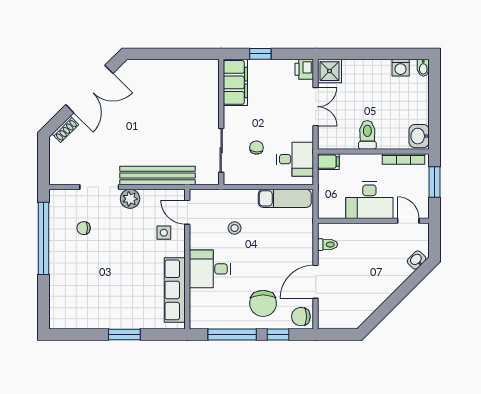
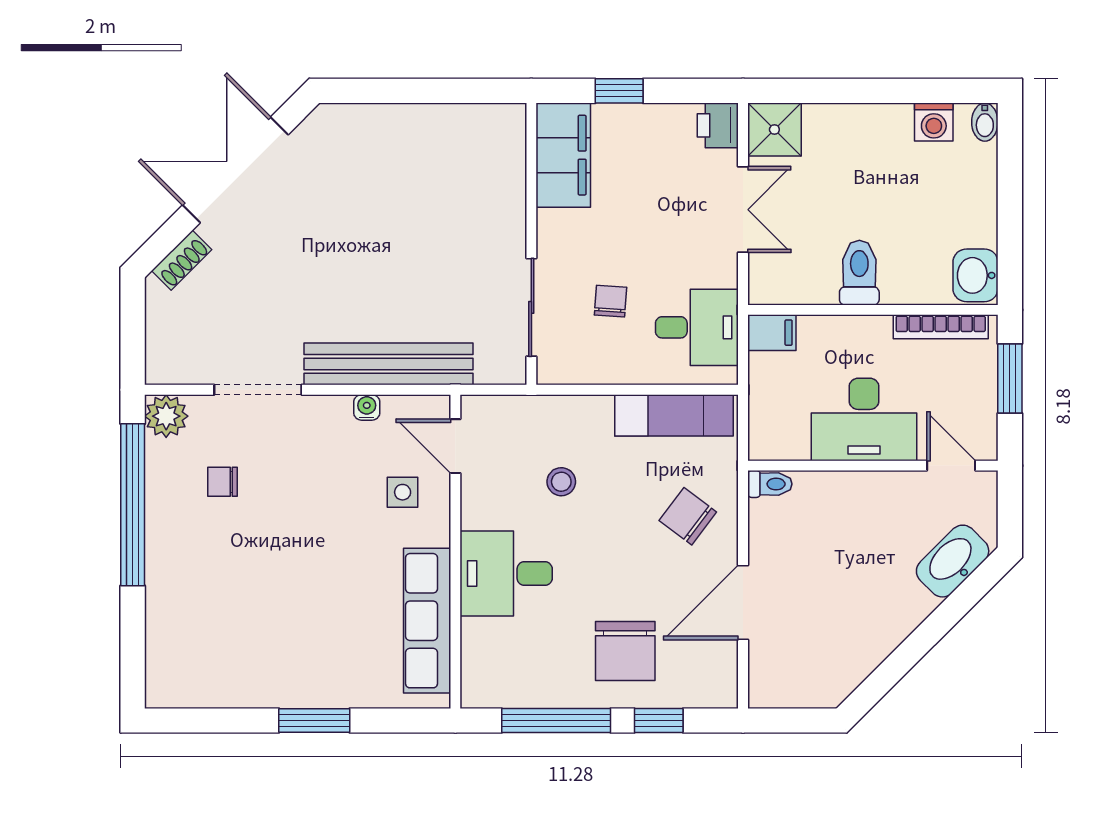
double door: (89, 89) -> (235, 170), swing flipped
water cooler: (148, 195) -> (367, 407), added
plant: (130, 199) -> (166, 416), moved
toilet: (327, 245) -> (770, 484), moved
washbasin: (417, 260) -> (953, 561), width x1.91, depth x1.45
chair: (301, 317) -> (688, 516), moved, turned 37

